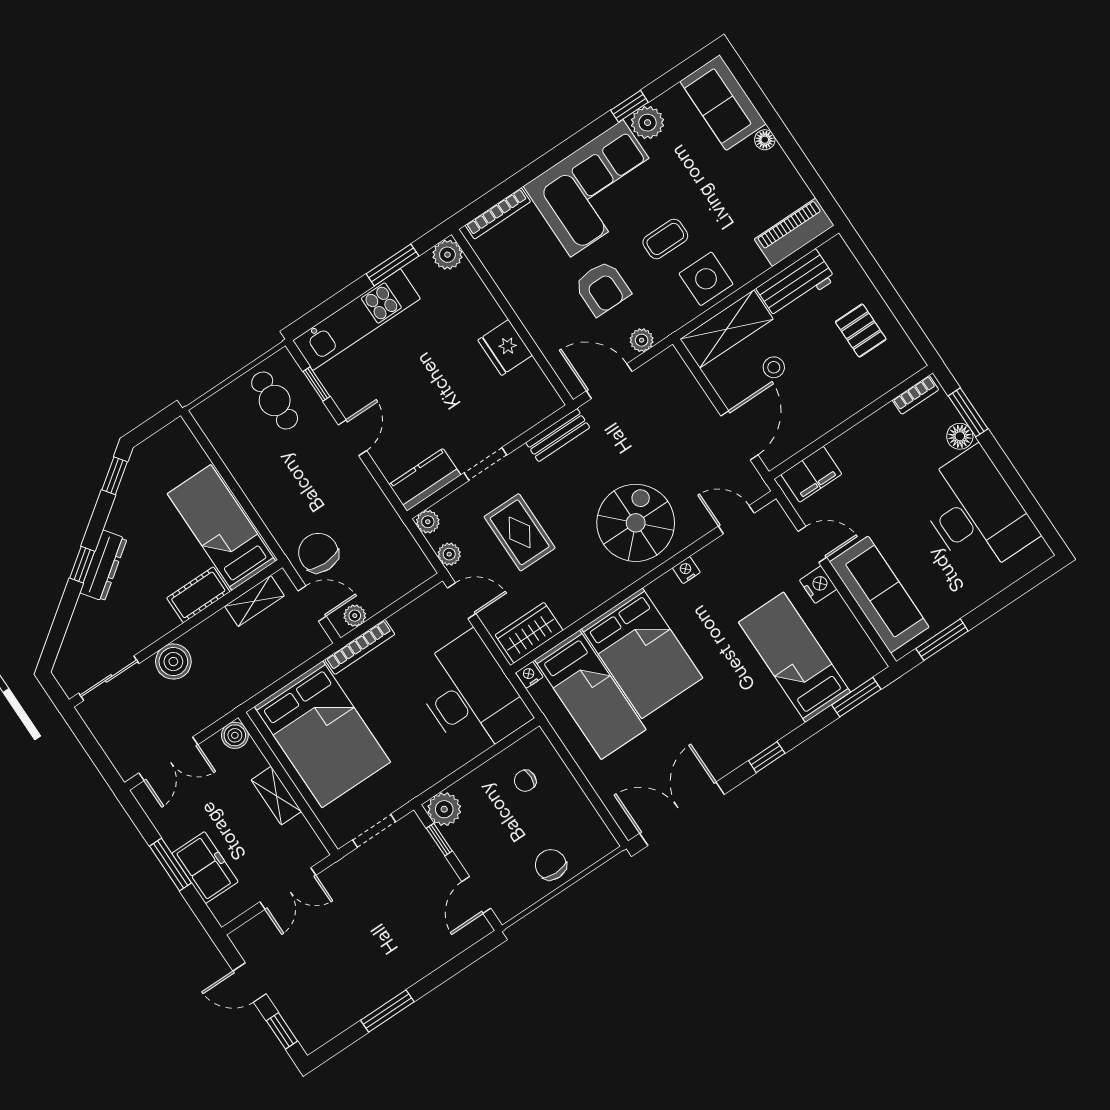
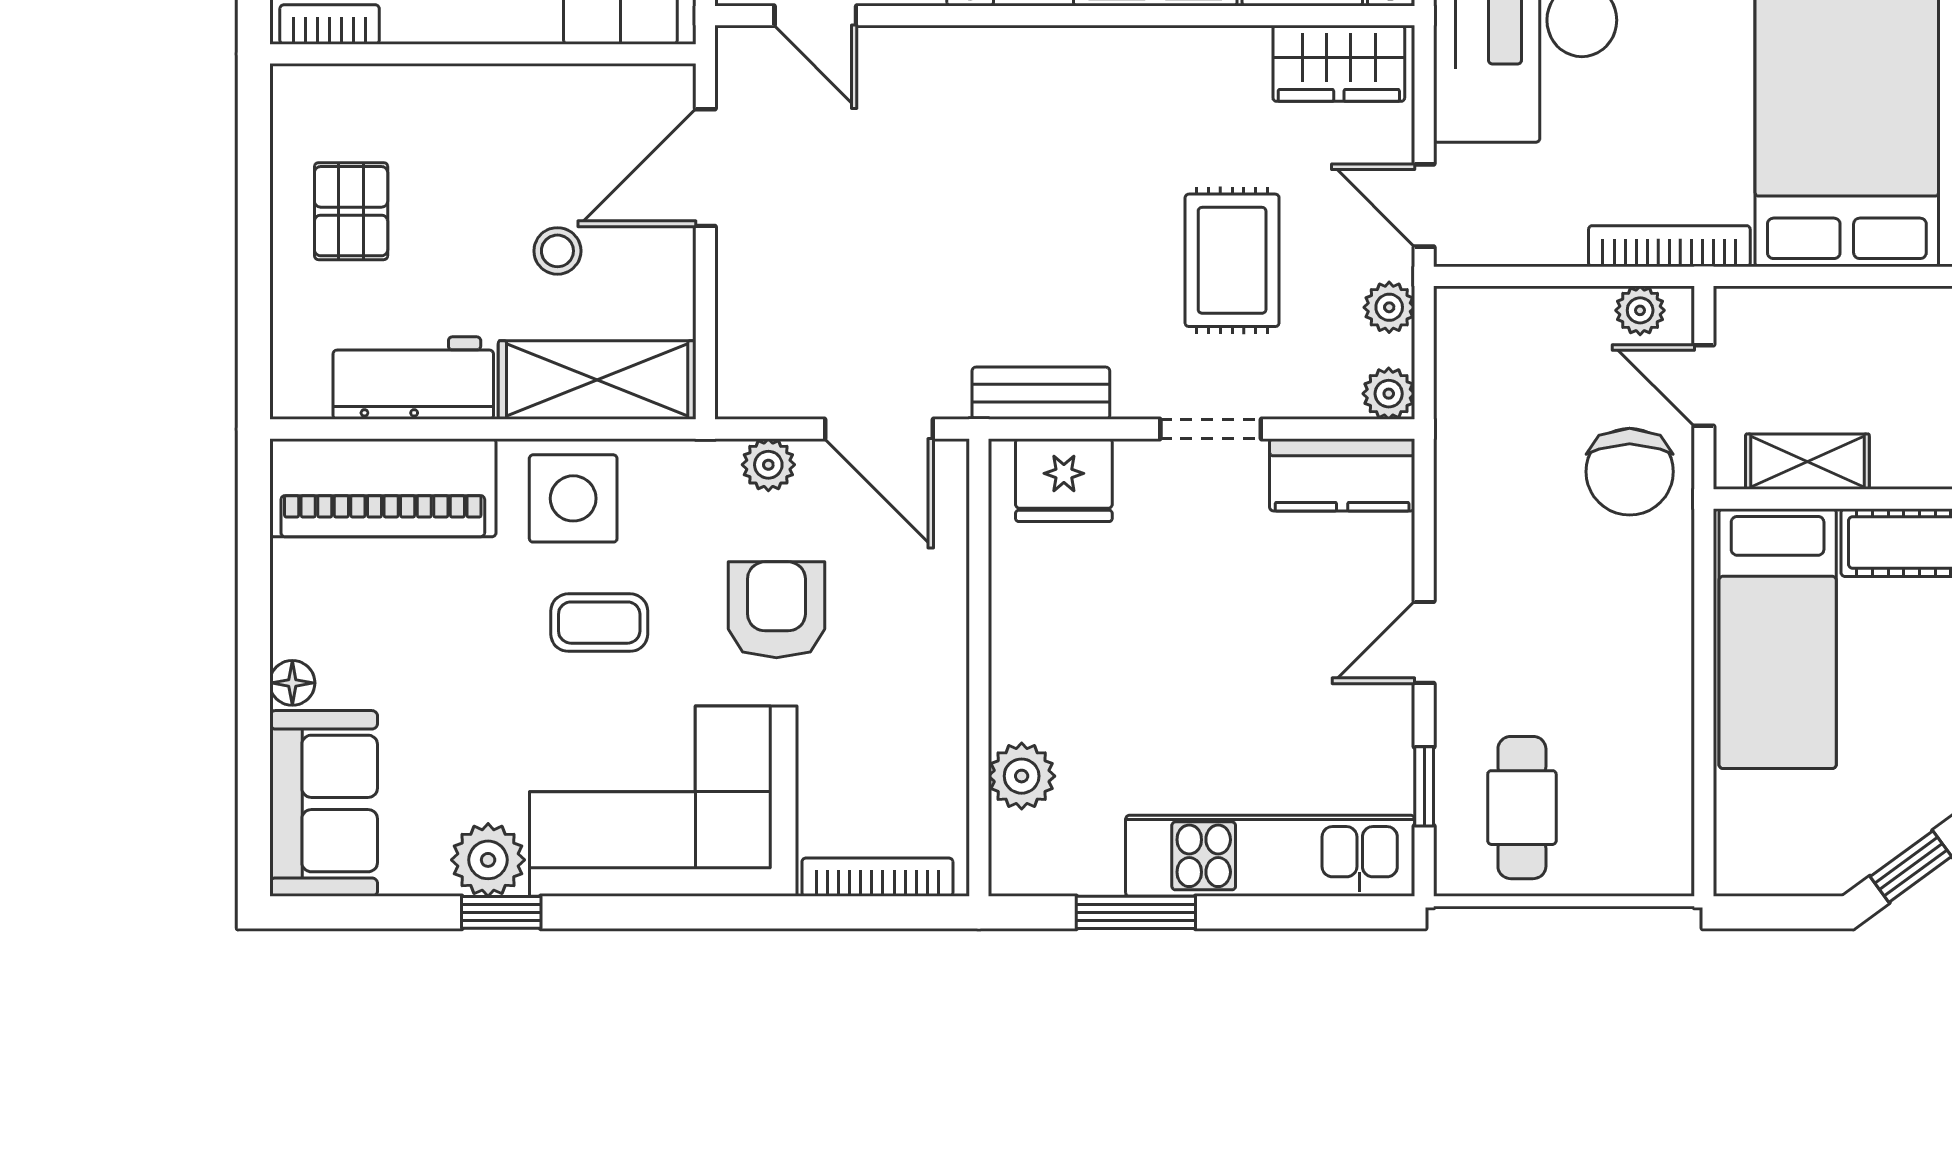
piano: (794, 232) -> (383, 488), width x1.37, depth x1.33
plant: (447, 255) -> (1022, 776), moved
fridge: (505, 348) -> (1064, 480), moved, turned 90
spiral stairs: (636, 523) -> (1005, 134), removed

